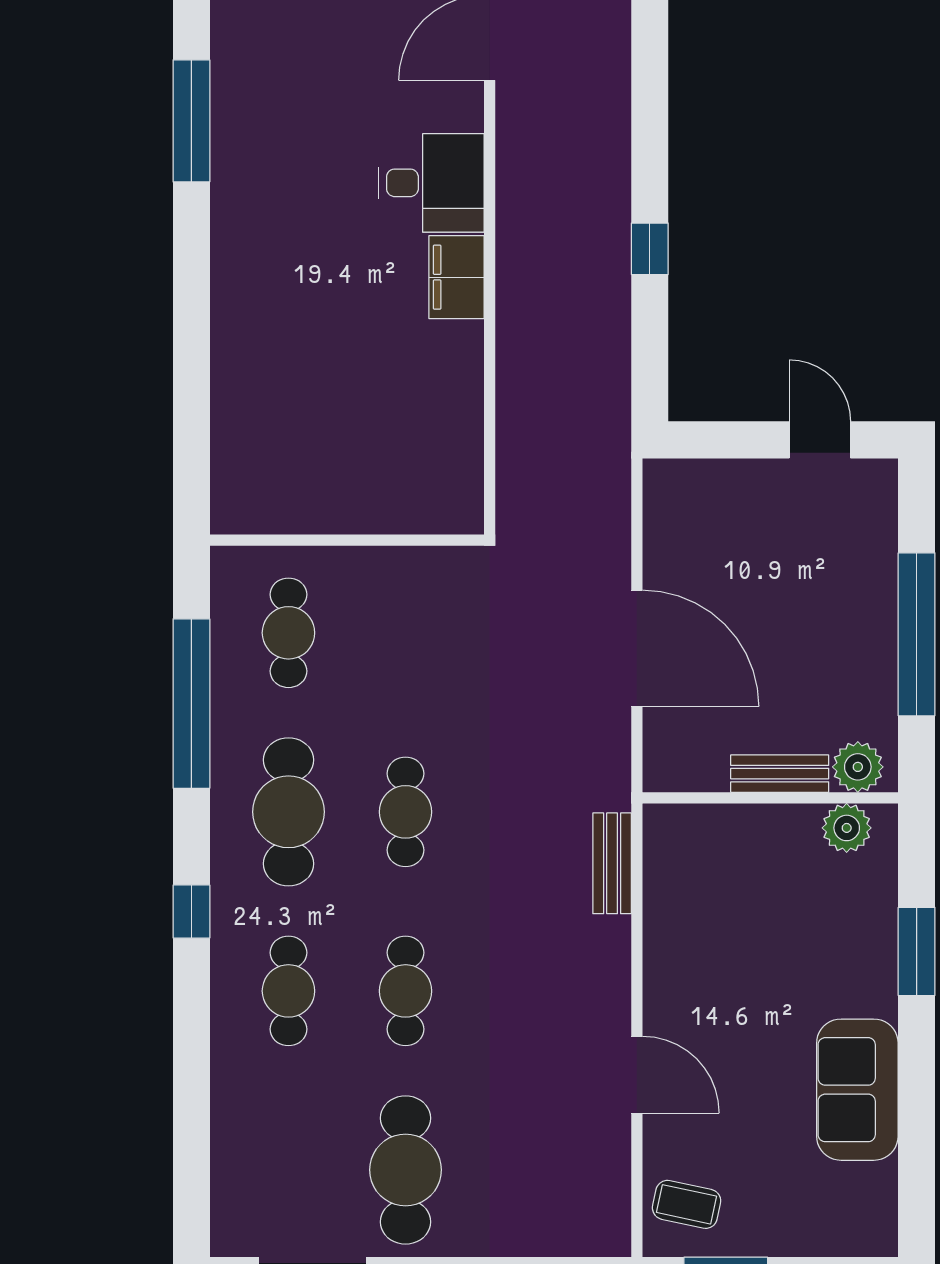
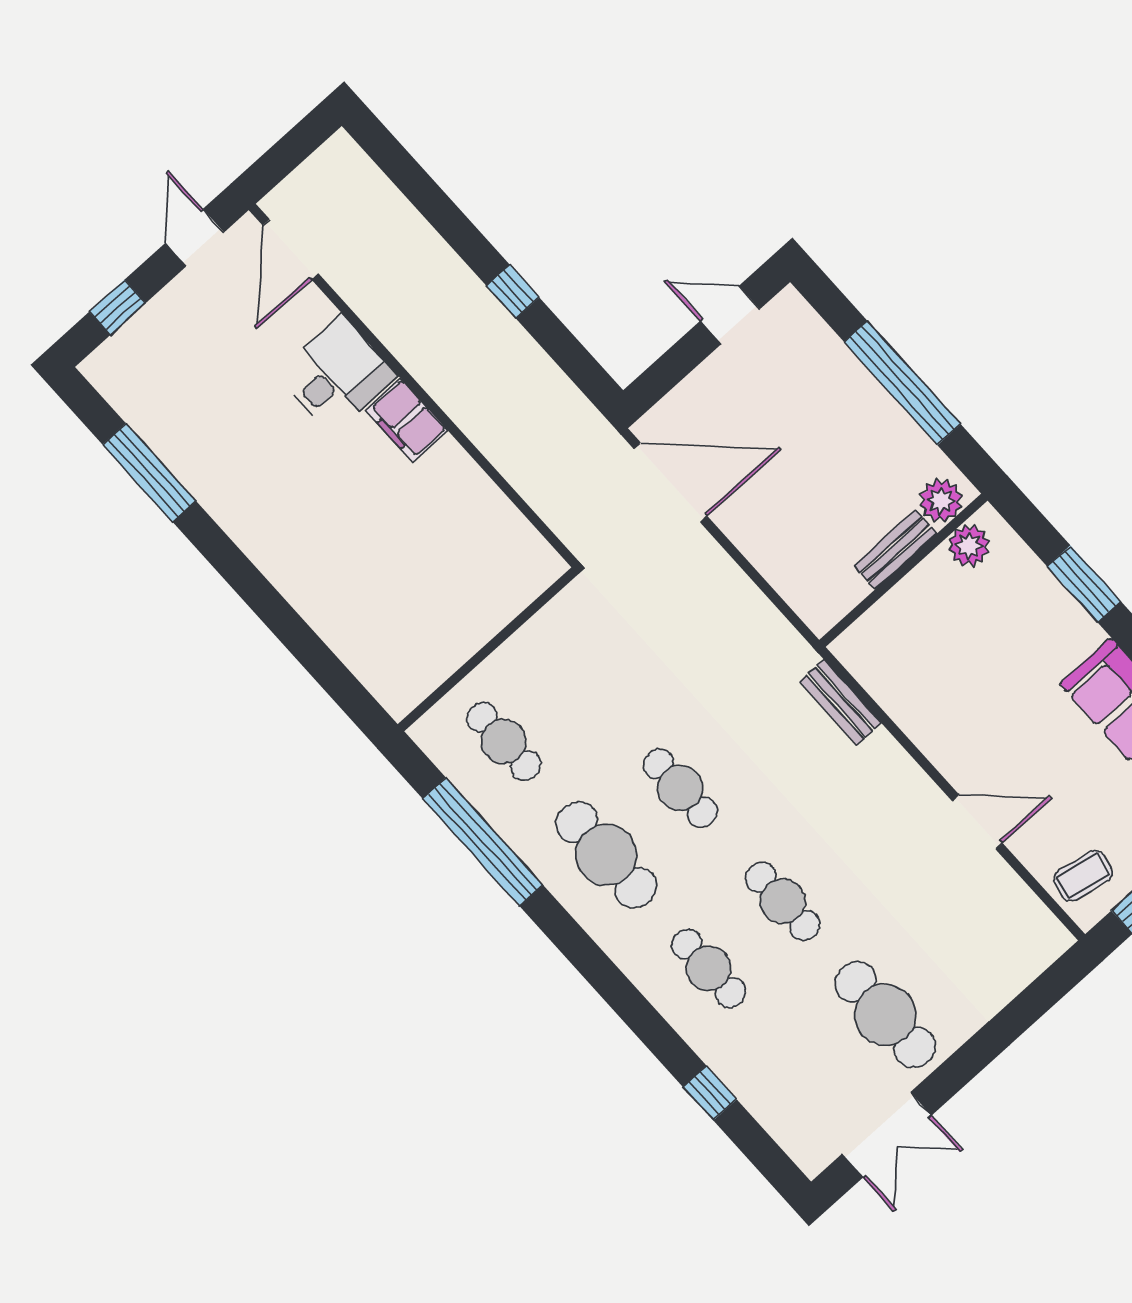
door: (637, 648) -> (671, 483), moved
window: (191, 912) -> (710, 1093), moved

